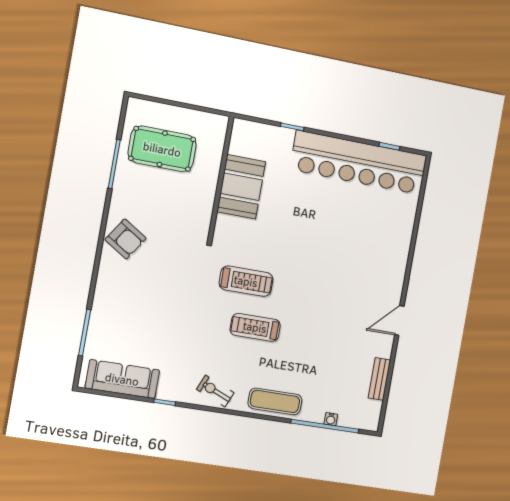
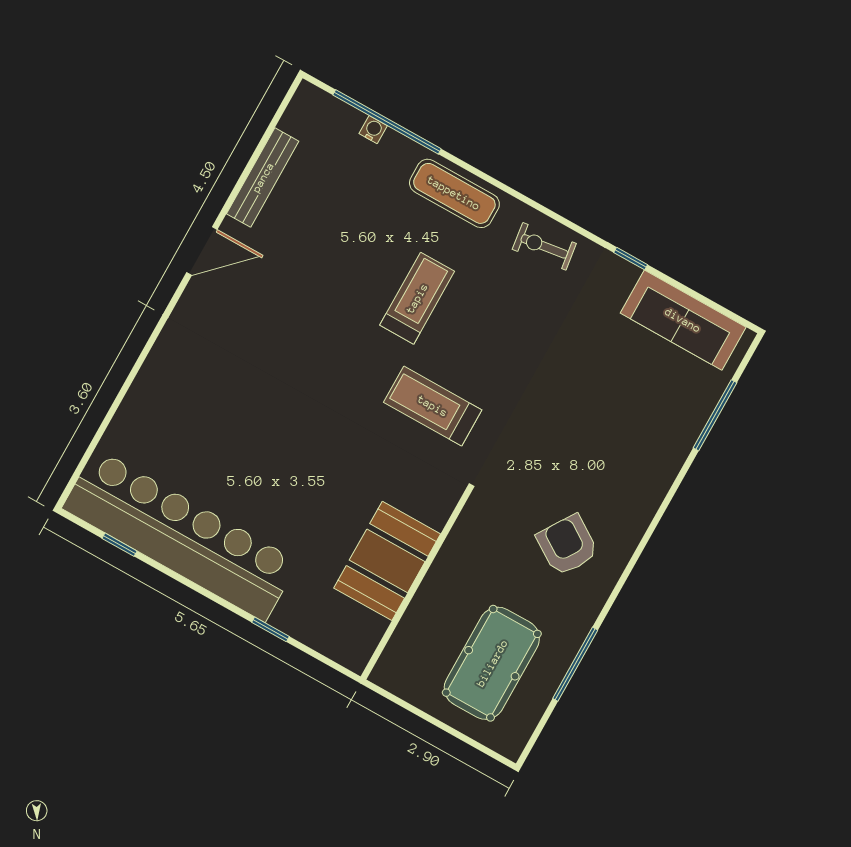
pool table: (162, 149) -> (492, 663), turned 90
armchair: (126, 239) -> (567, 545), moved
treadmill: (255, 327) -> (417, 298), moved, turned -90
bench: (379, 379) -> (263, 177), width x1.36
exercise bike: (215, 391) -> (544, 246), turned 149

